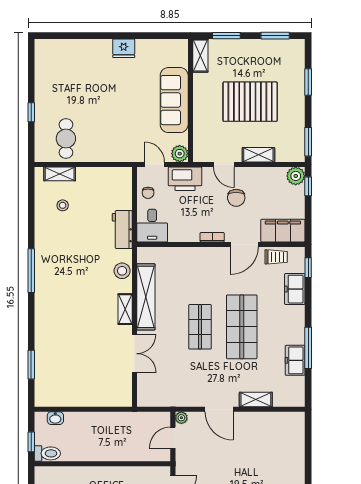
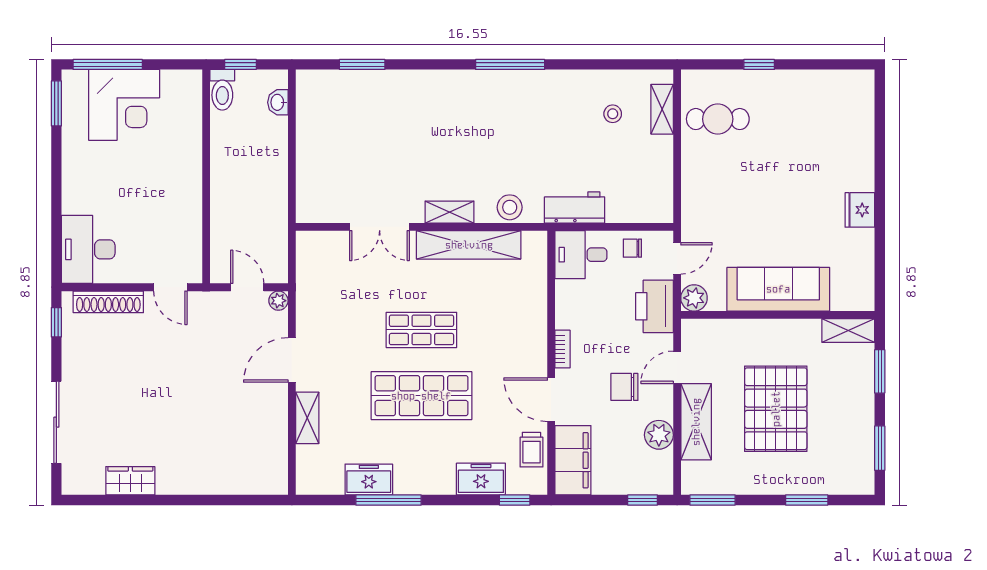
shelving: (258, 155) -> (696, 422), width x1.50, depth x1.33
plant: (296, 176) -> (659, 435), moved

